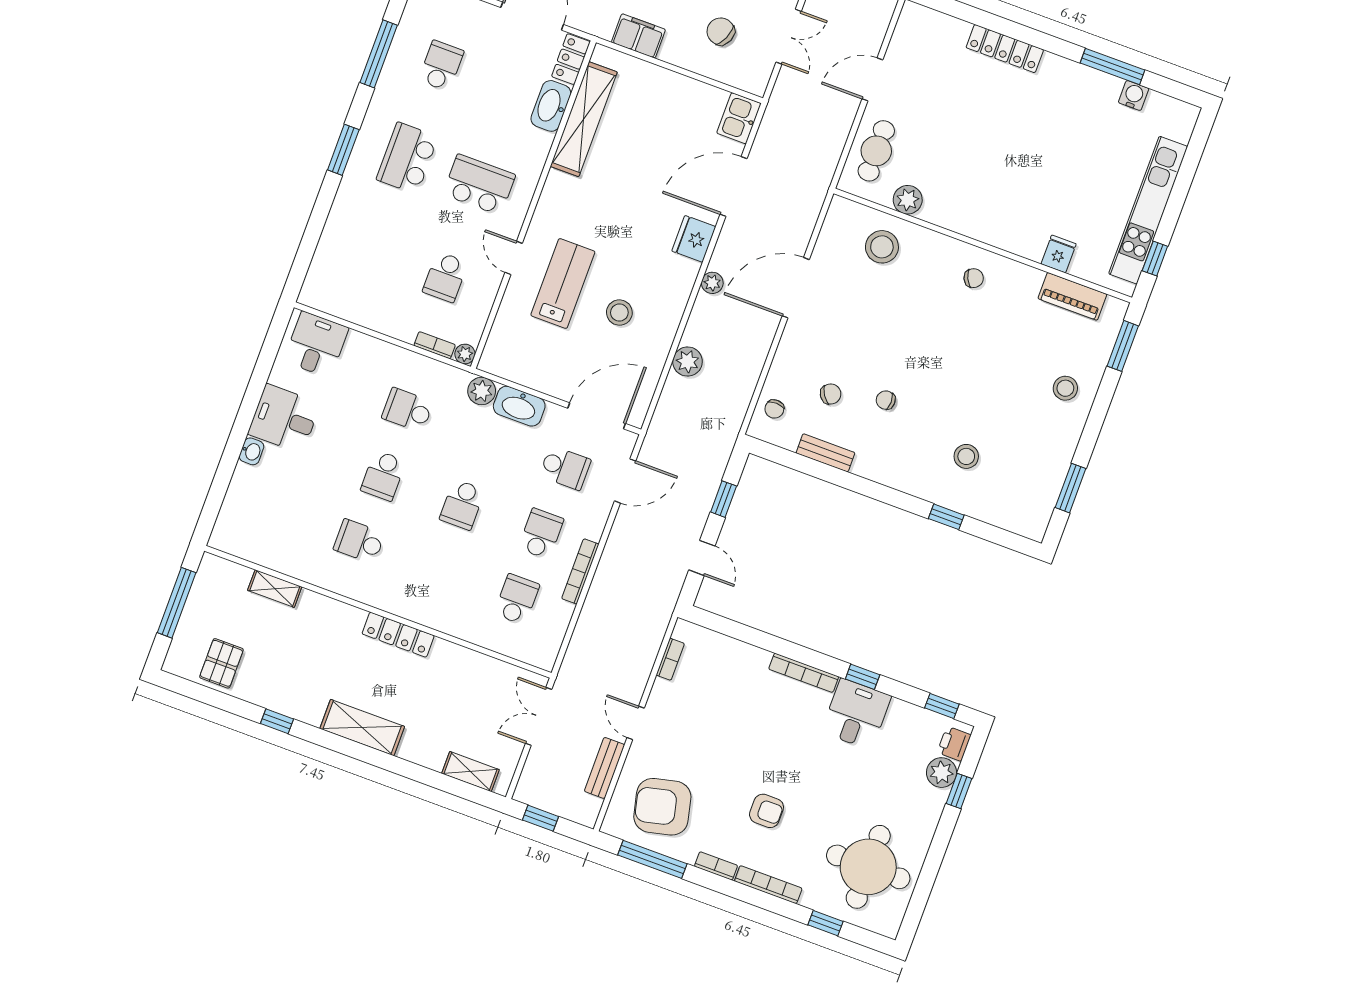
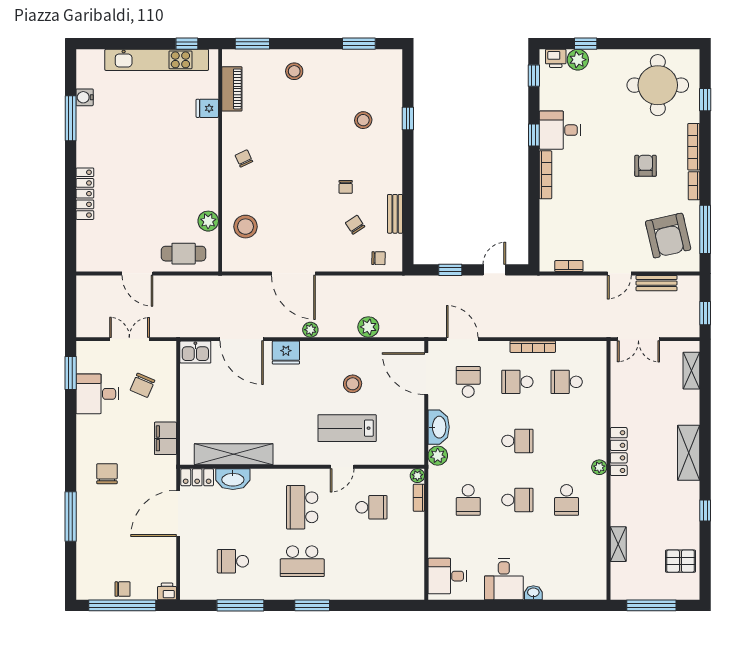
plant: (387, 601) -> (599, 467), added

